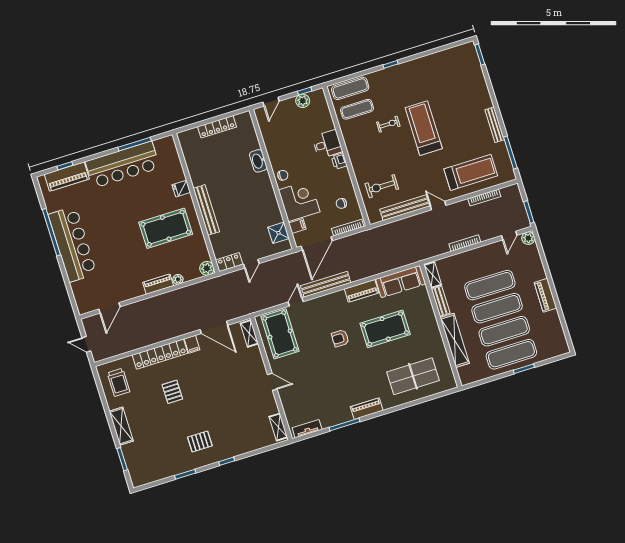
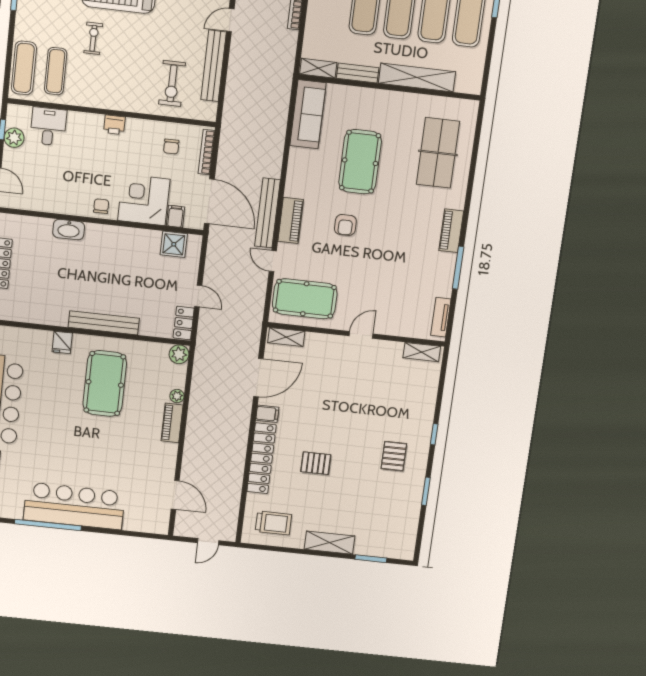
desk: (327, 144) -> (48, 126), moved
piano: (362, 291) -> (291, 220), moved

